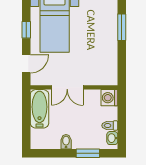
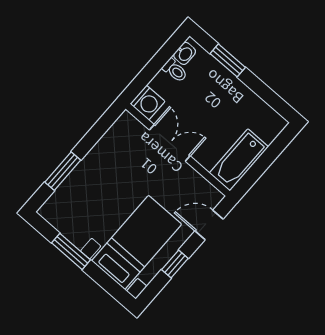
double door: (67, 87) -> (170, 143), moved
bidet: (66, 142) -> (241, 96), removed

